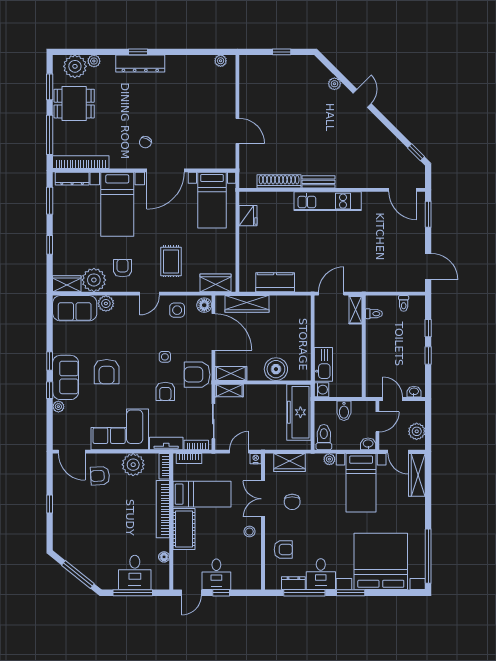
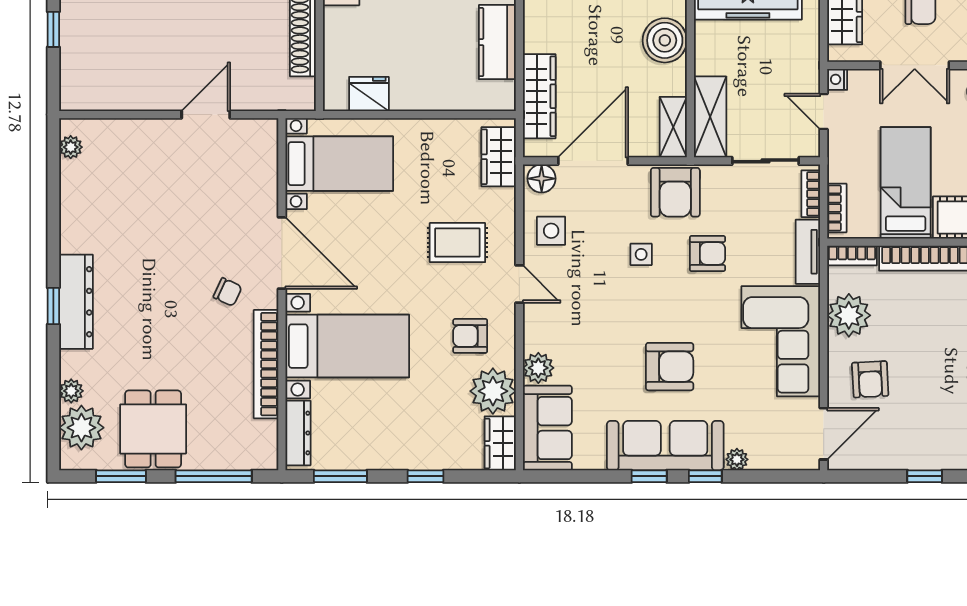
bookcase: (81, 162) -> (266, 364), moved
sofa: (66, 377) -> (665, 446), width x1.36
shelving: (229, 391) -> (710, 117), width x1.50, depth x1.33

